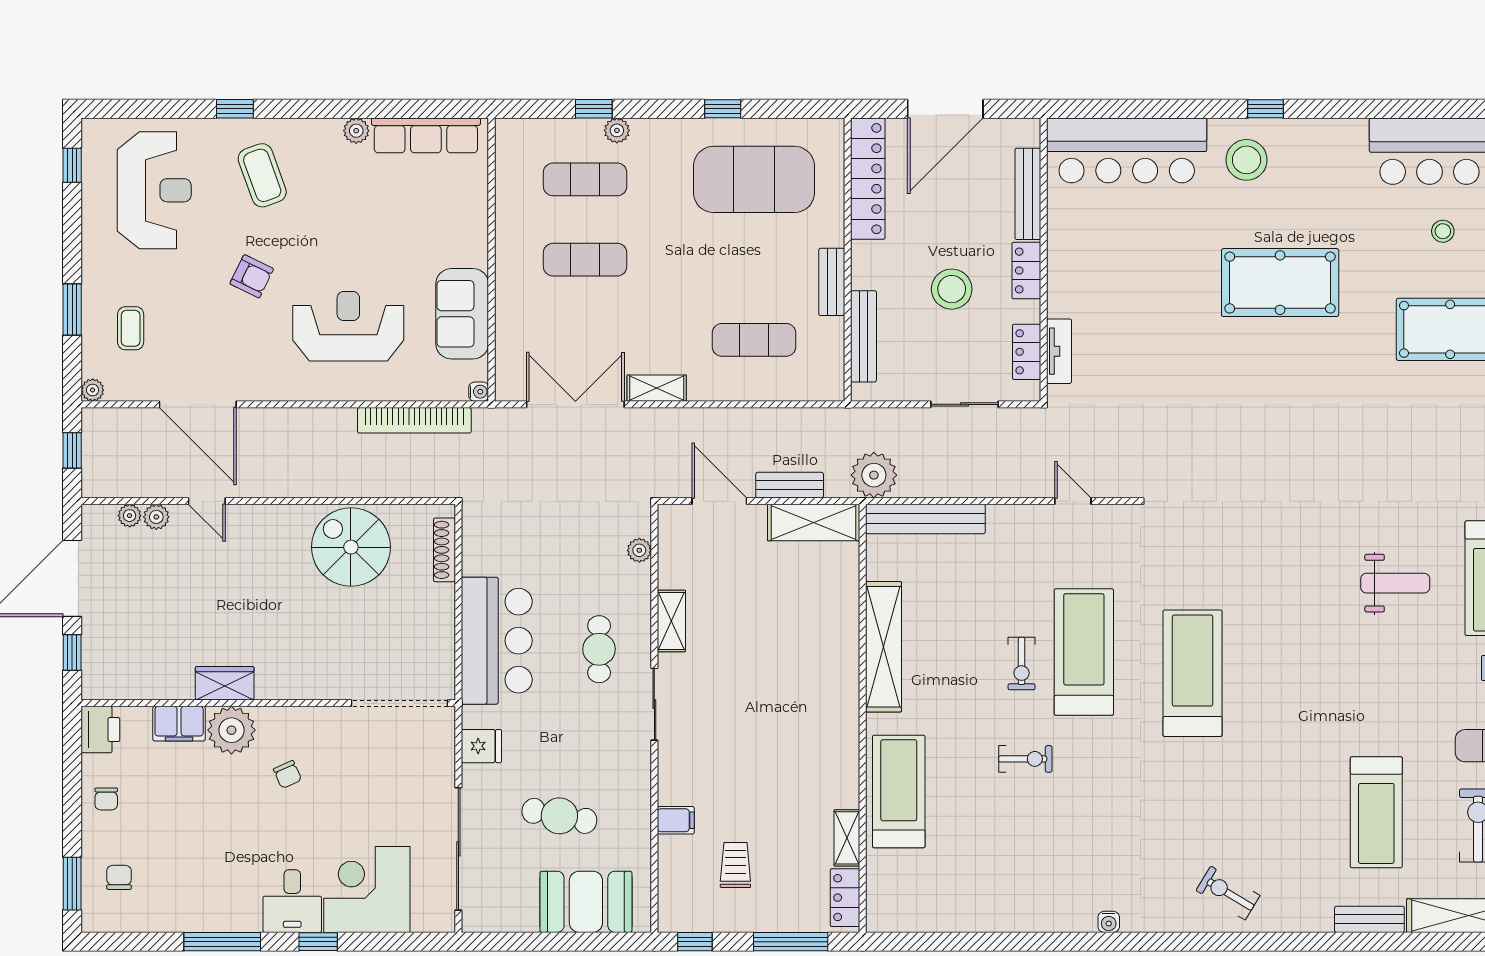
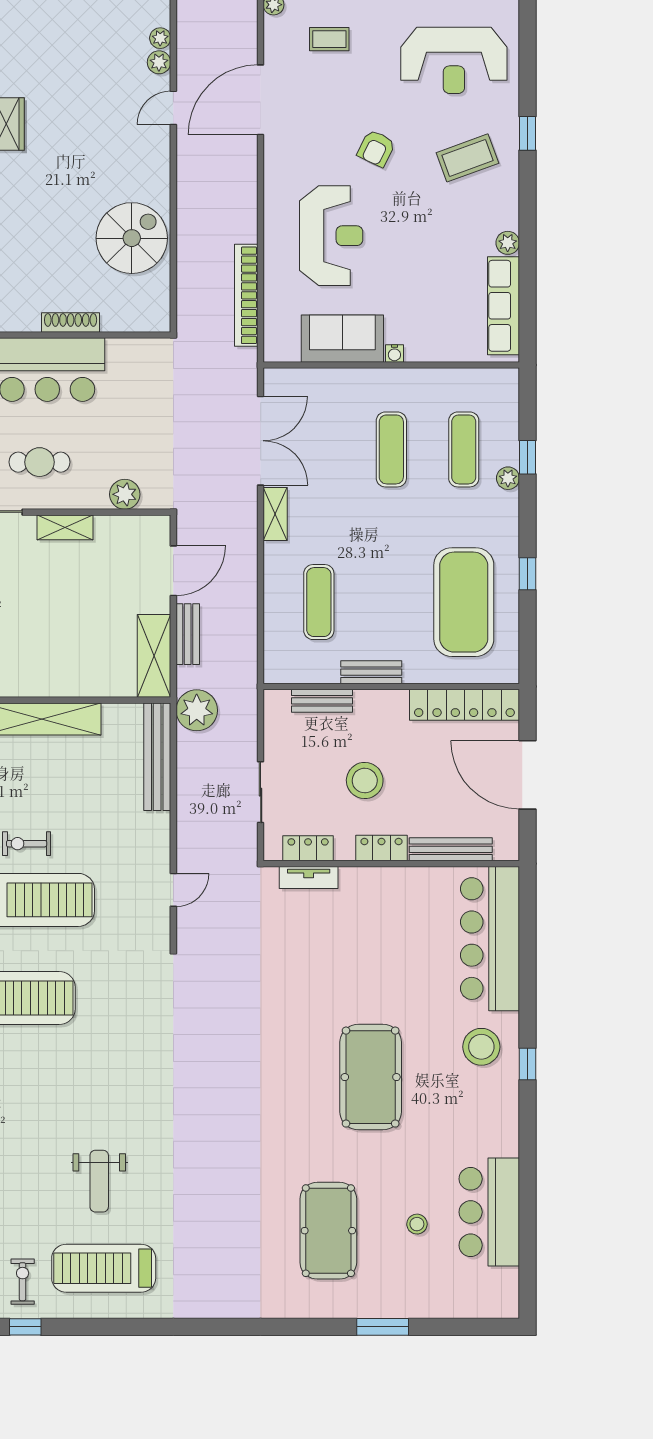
bench: (863, 336) -> (322, 701), width x0.73
water cooler: (479, 392) -> (394, 353), moved
shoe rack: (444, 550) -> (71, 322), moved
plant: (639, 550) -> (125, 494), width x1.38, depth x1.38

